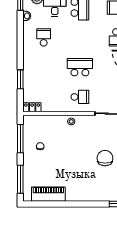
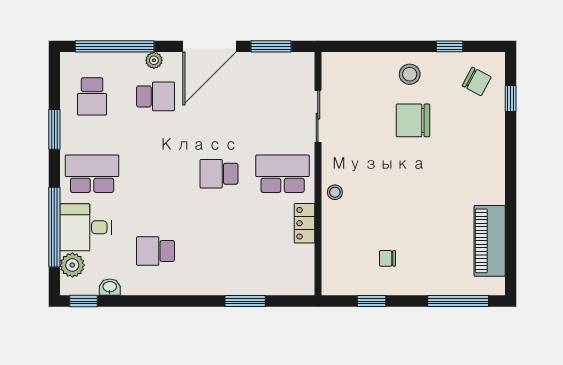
school desk: (80, 67) -> (219, 174), width x0.54
school desk: (80, 97) -> (283, 174), width x1.85
locker: (32, 107) -> (305, 223), moved
window: (20, 139) -> (371, 301), width x0.46

